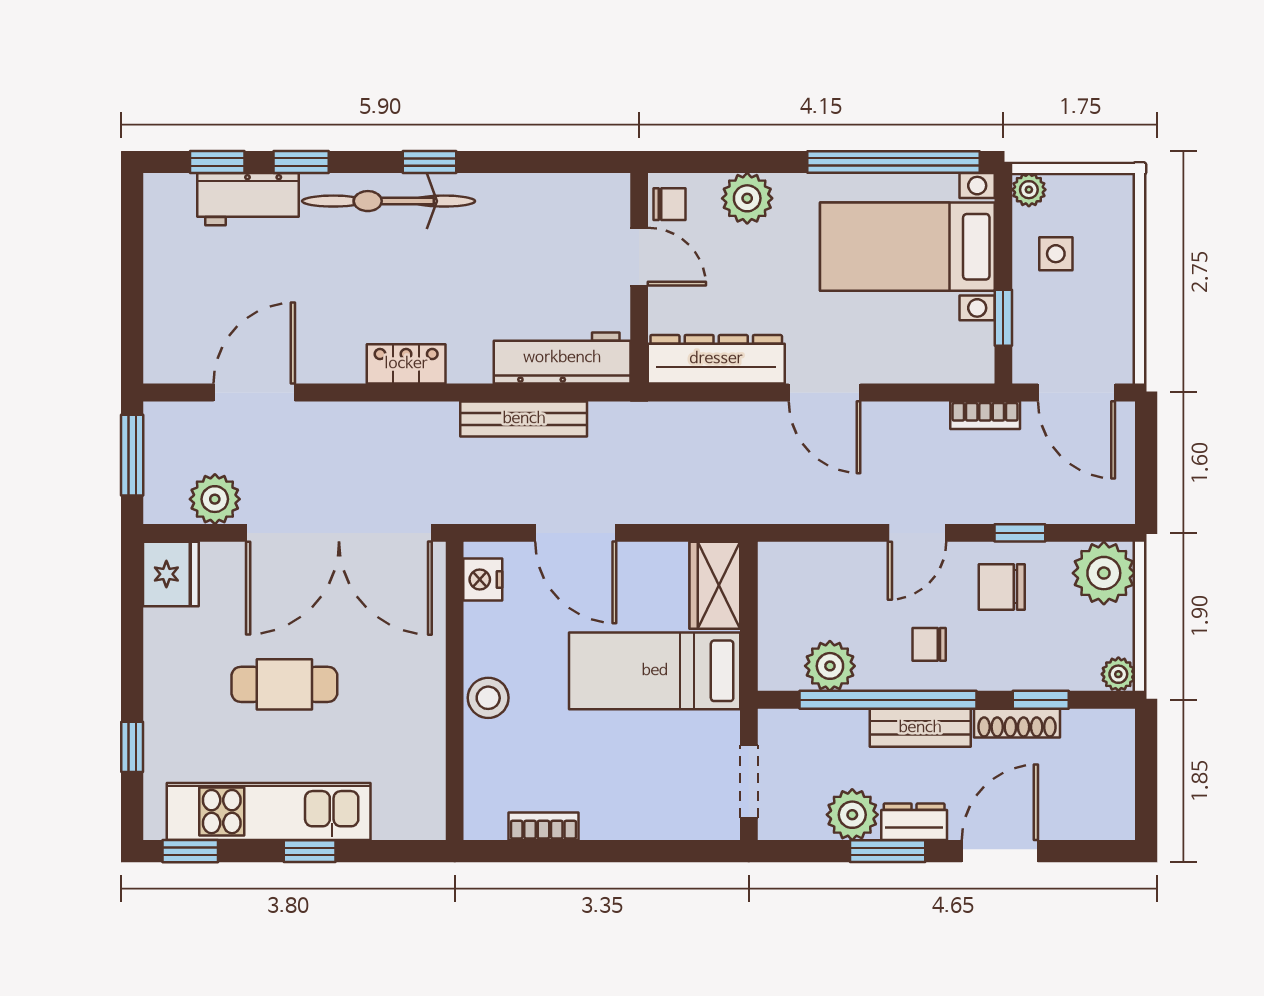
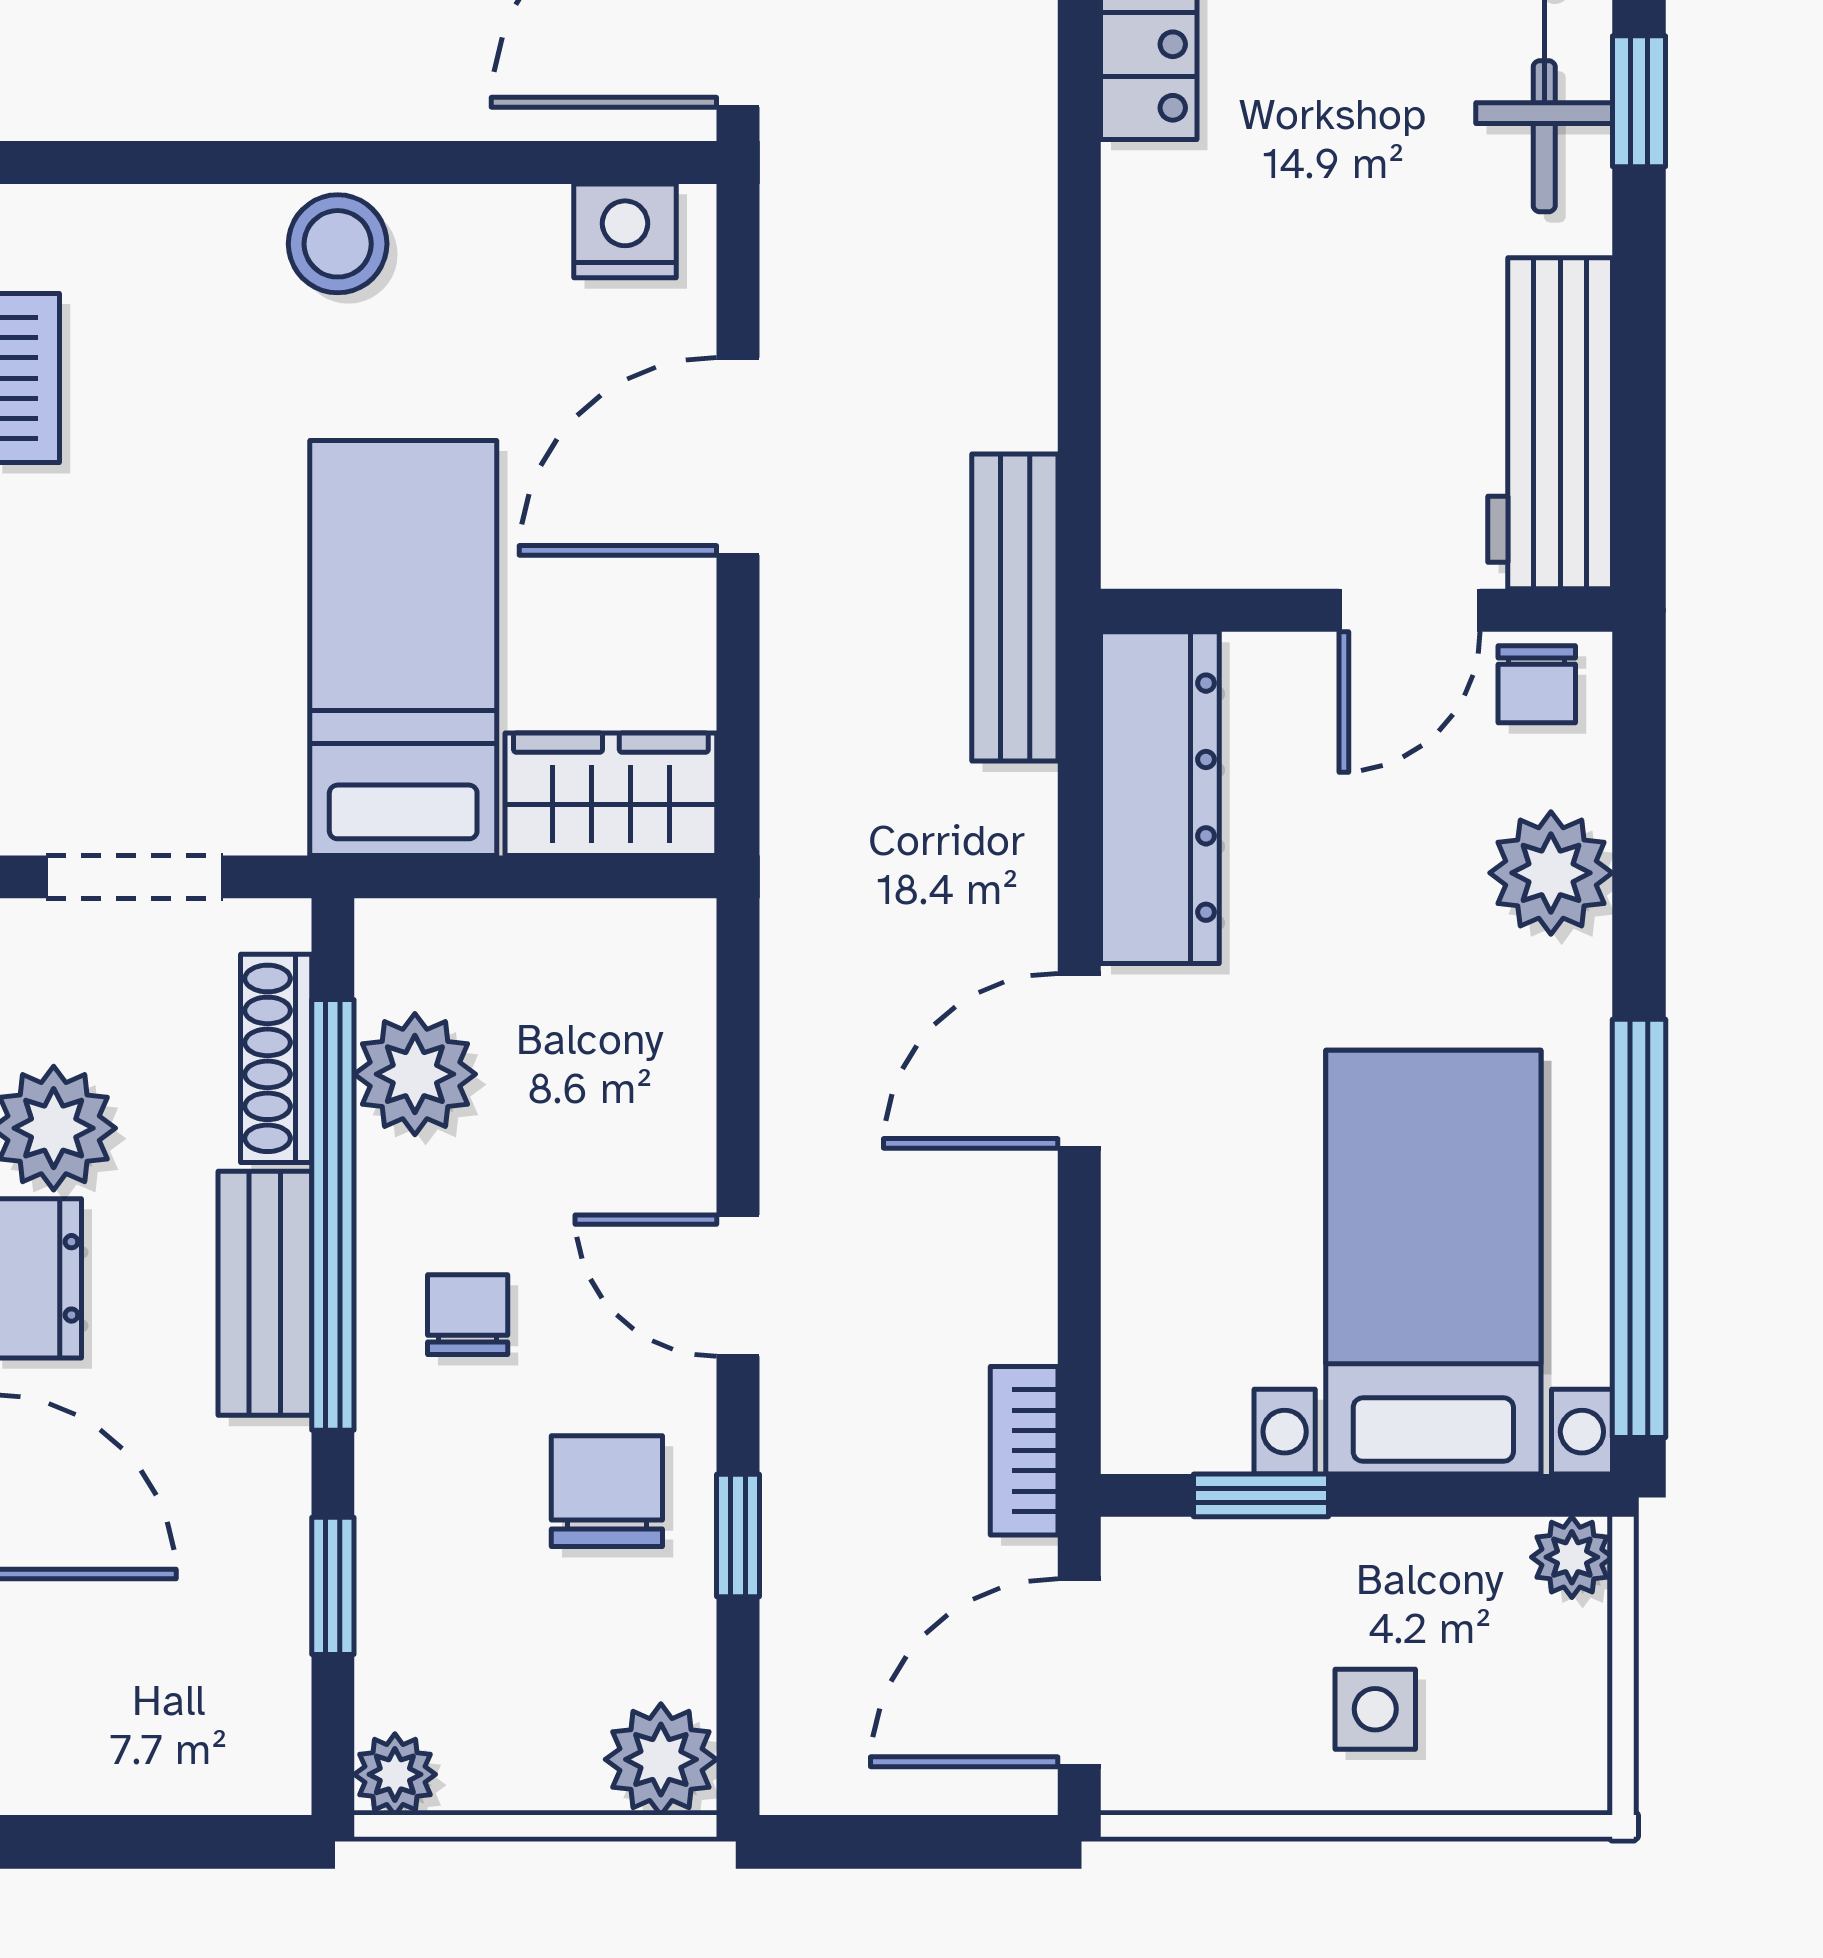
side table: (1056, 254) -> (1375, 1709), moved
workbench: (562, 358) -> (1550, 423), moved, turned 180
bench: (524, 419) -> (1015, 608), moved
plant: (1104, 573) -> (661, 1759), width x0.73, depth x0.73
shoe rack: (1017, 723) -> (276, 1058), moved

